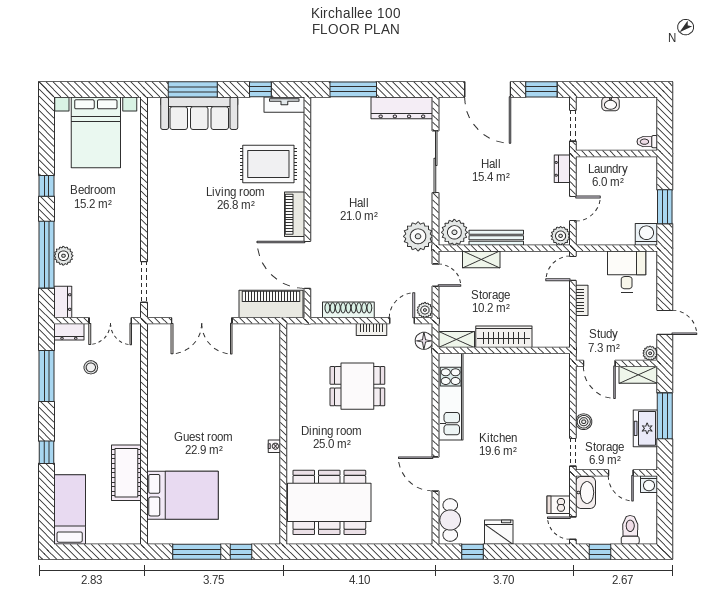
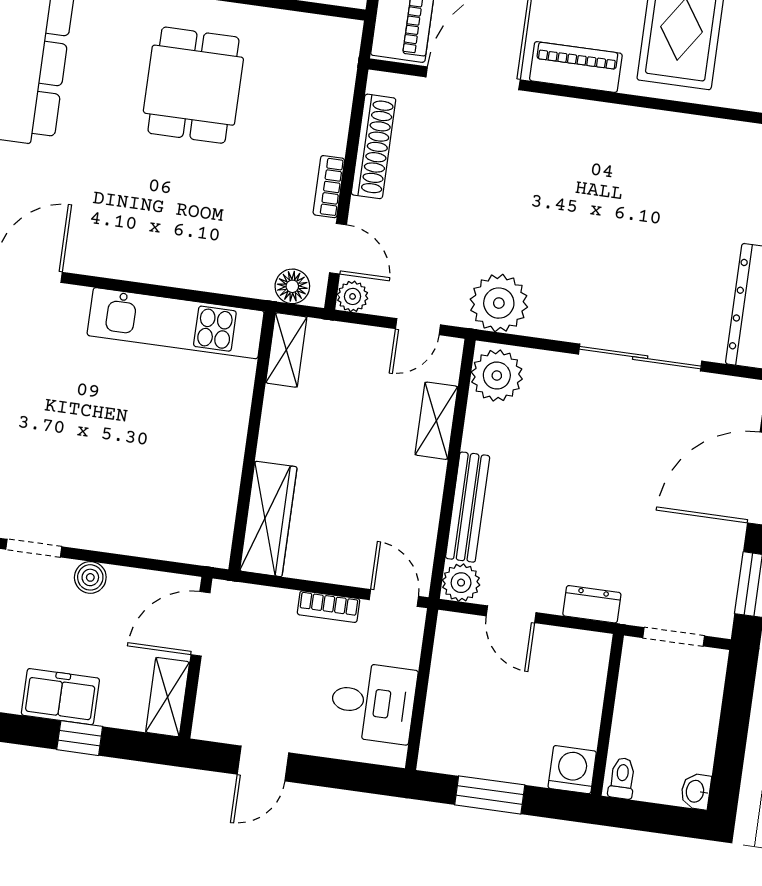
washbasin: (610, 104) -> (696, 791), moved
washing machine: (646, 234) -> (572, 770), moved, turned -90
bench: (496, 238) -> (468, 507), moved
wardrobe: (504, 337) -> (268, 519), moved
plant: (650, 353) -> (206, 726), removed
dining table: (357, 386) -> (193, 85), moved
window: (665, 416) -> (80, 738), width x0.46

